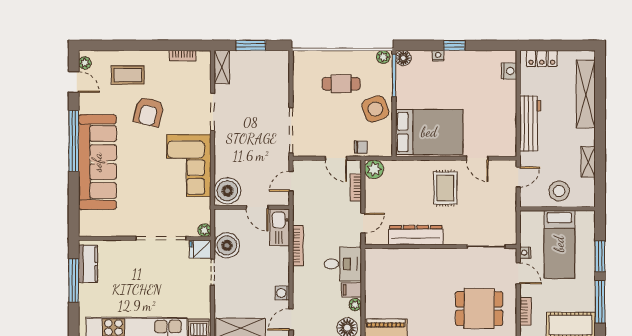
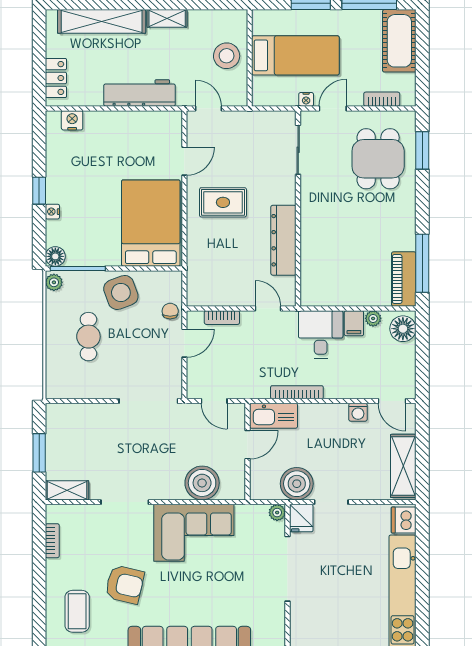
shelving: (588, 162) -> (167, 18), moved
plant: (374, 169) -> (199, 294), removed
boiler: (227, 191) -> (202, 483), moved

